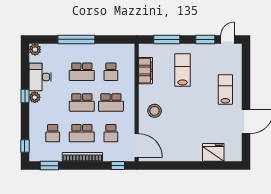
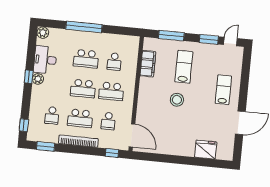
stool: (154, 111) -> (177, 100), moved

